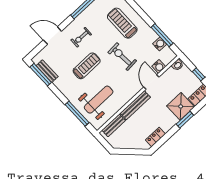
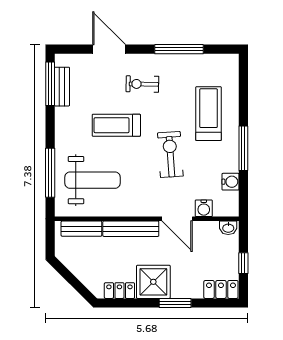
window: (162, 35) -> (243, 148), moved
treadmill: (87, 66) -> (116, 125), turned 180
door: (151, 82) -> (177, 219), swing flipped
shower: (181, 106) -> (153, 282), moved

